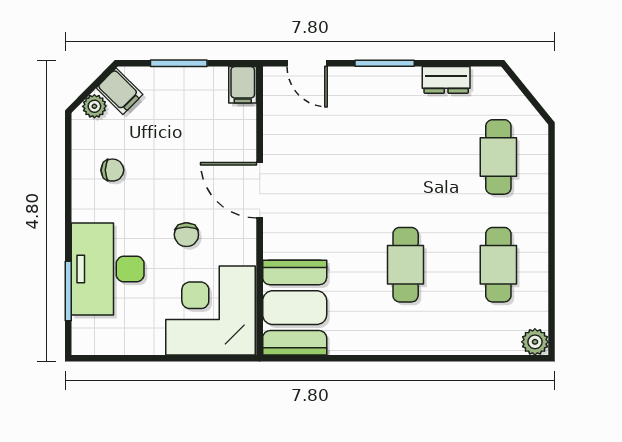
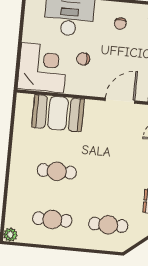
door: (260, 190) -> (120, 101), moved
booth: (295, 308) -> (58, 113), moved

